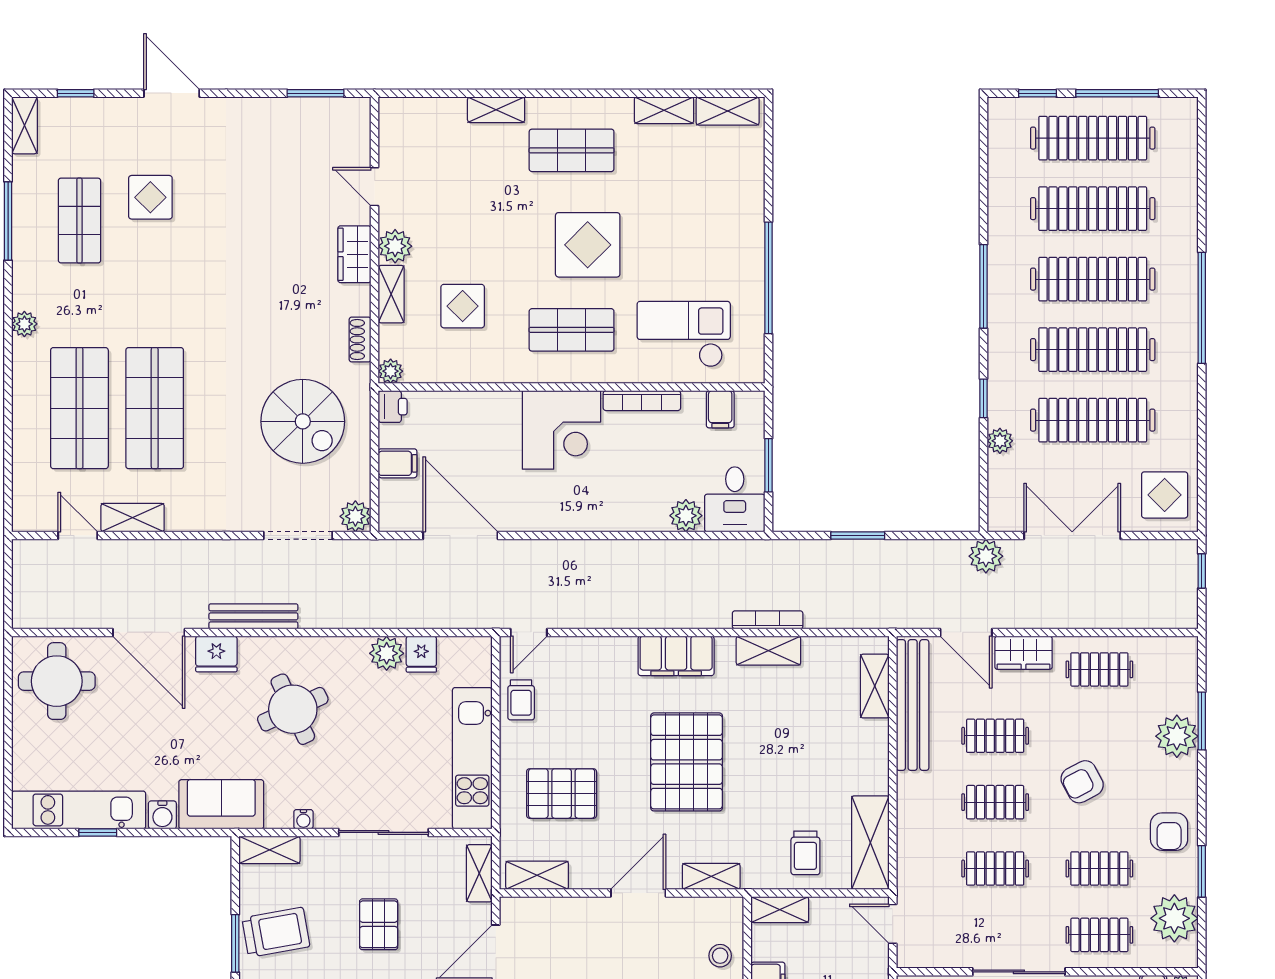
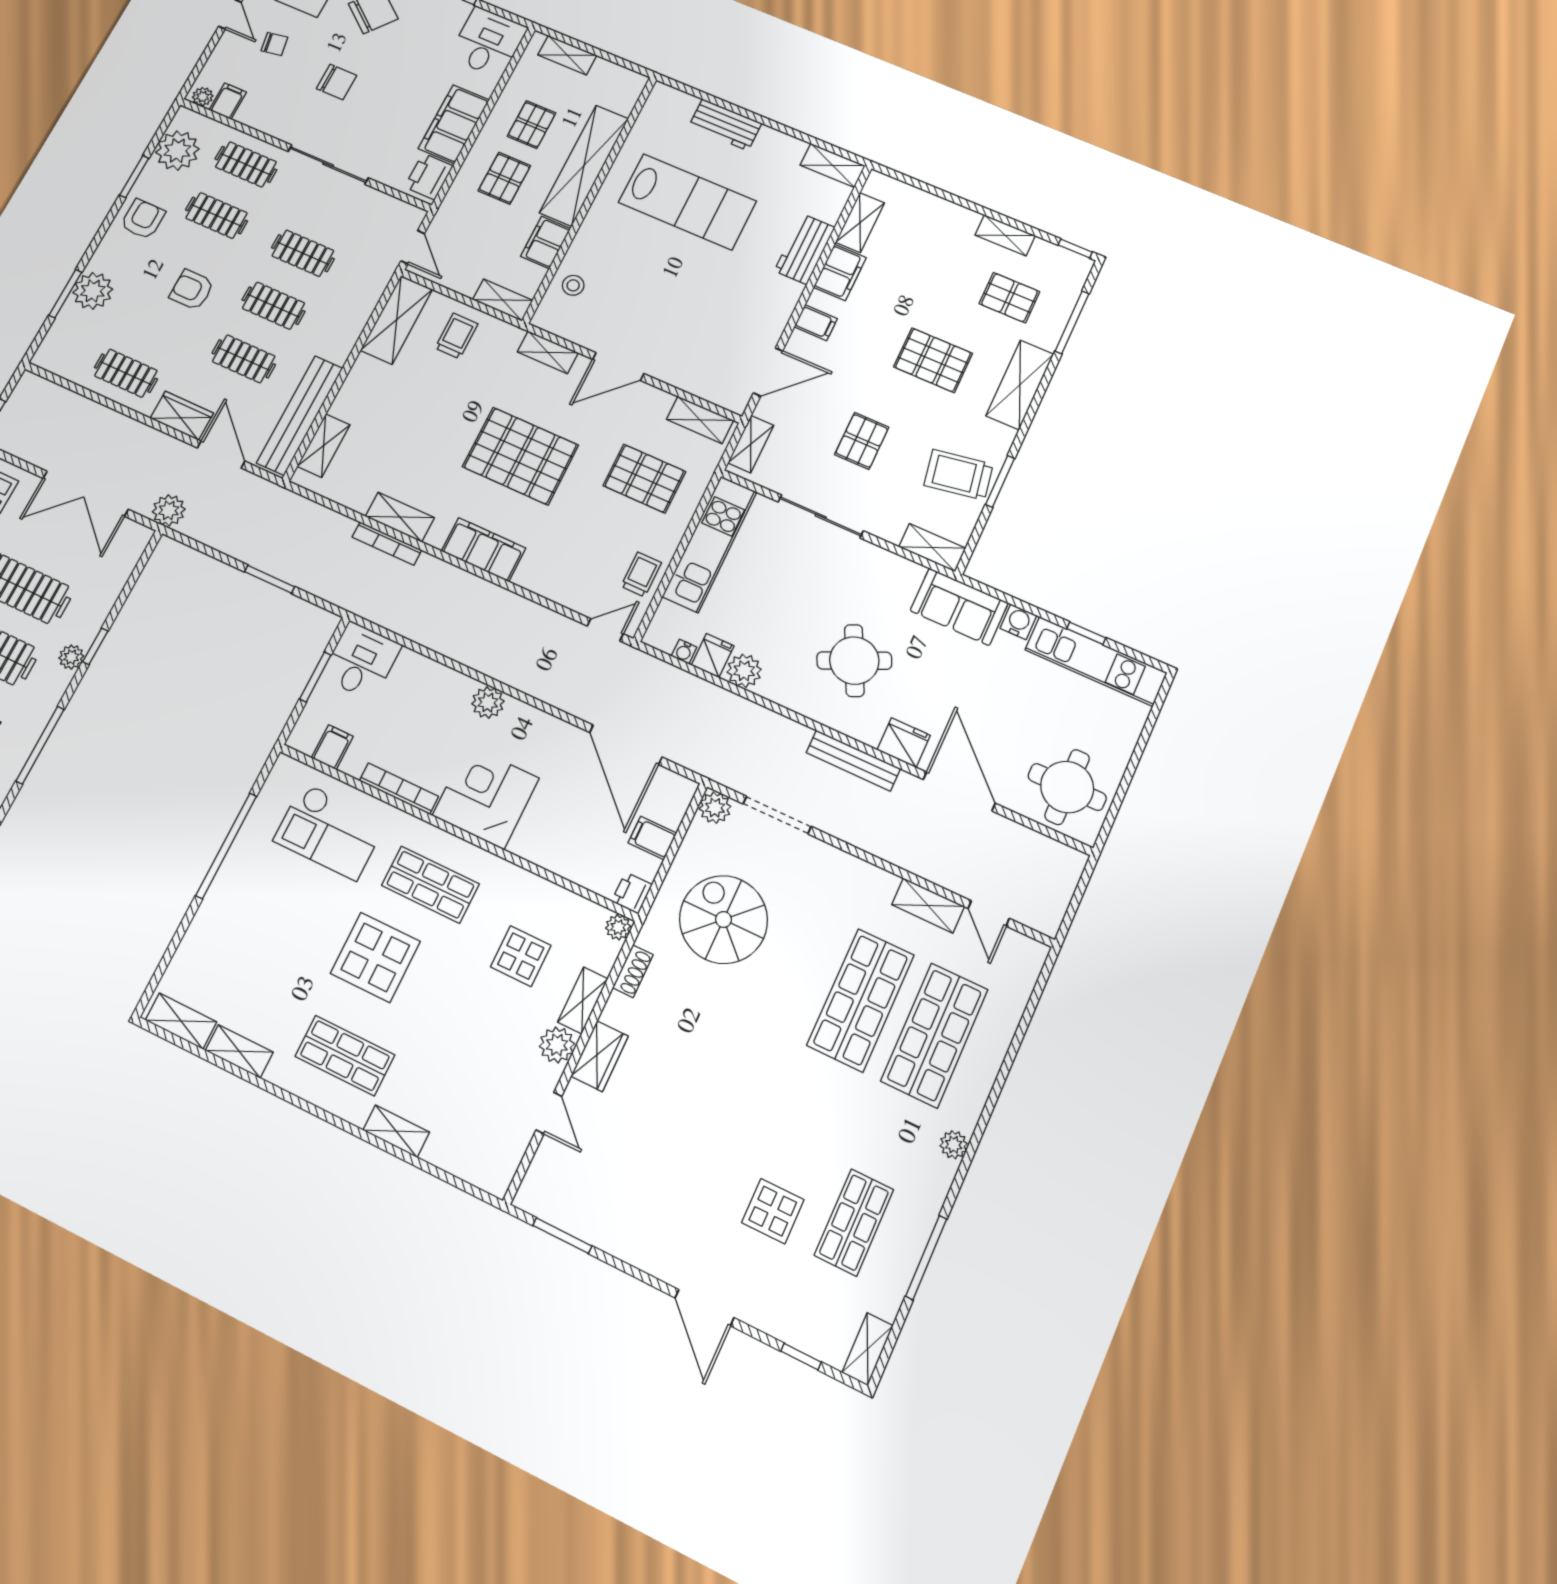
plant: (1000, 441) -> (71, 657), moved
plant: (686, 516) -> (488, 702), moved
pallet: (687, 762) -> (520, 456), turned 90
armchair: (1082, 782) -> (192, 290), turned -152
water cooler: (303, 819) -> (684, 651), moved, turned 180

